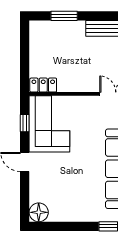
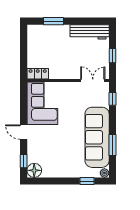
window: (25, 123) -> (24, 161), moved

